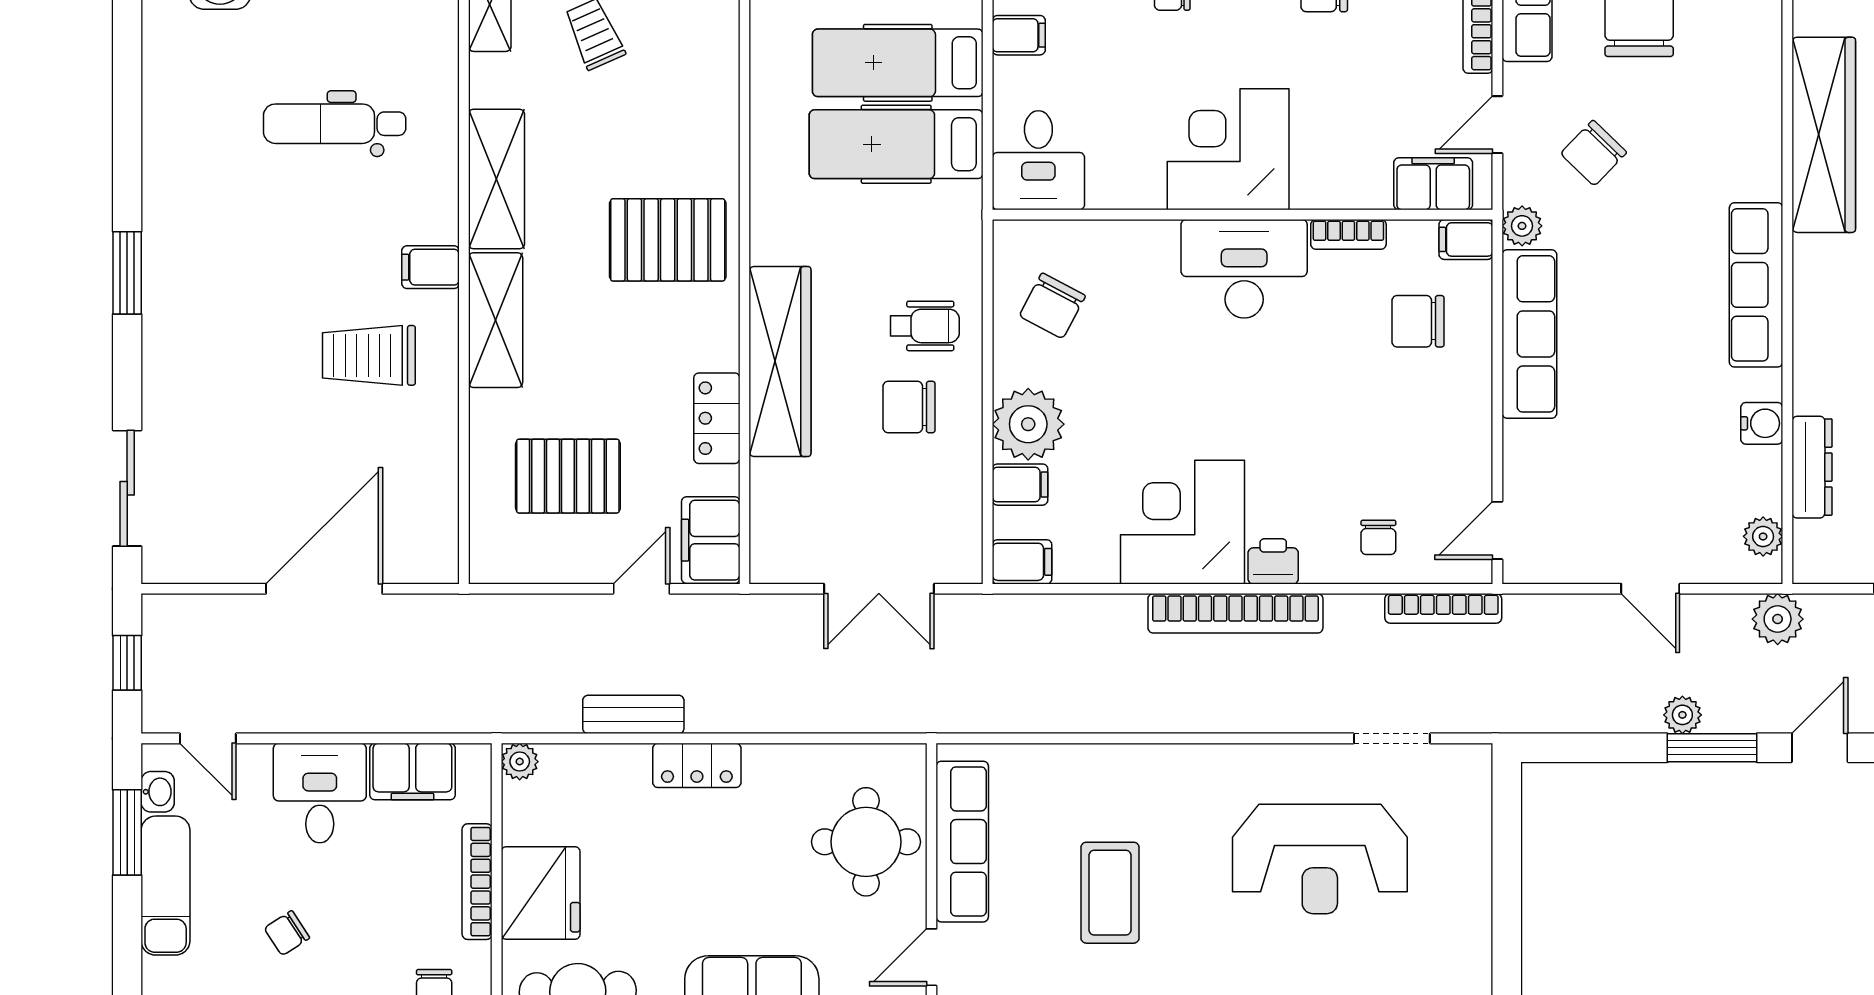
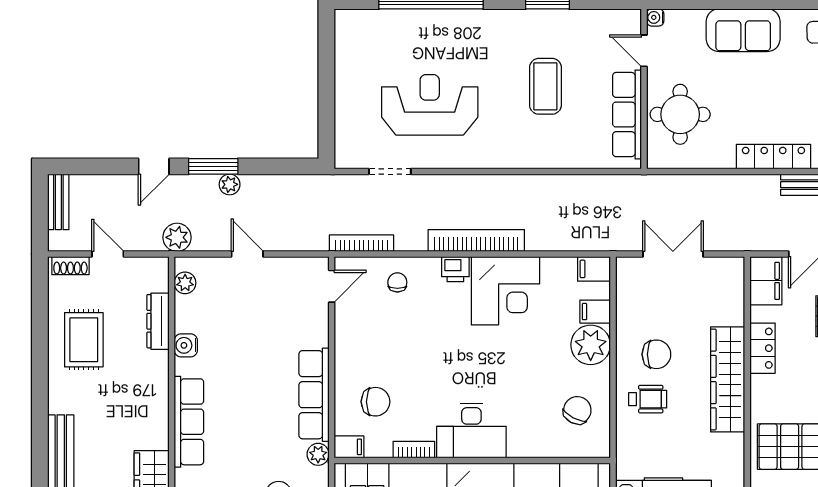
wheelchair: (925, 326) -> (648, 399), turned 180
locker: (697, 765) -> (773, 157), width x1.53
door: (932, 957) -> (644, 51), swing flipped

